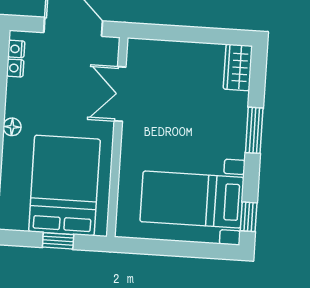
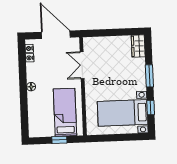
bed: (64, 185) -> (65, 112), width x0.67
window: (249, 217) -> (151, 108), moved

